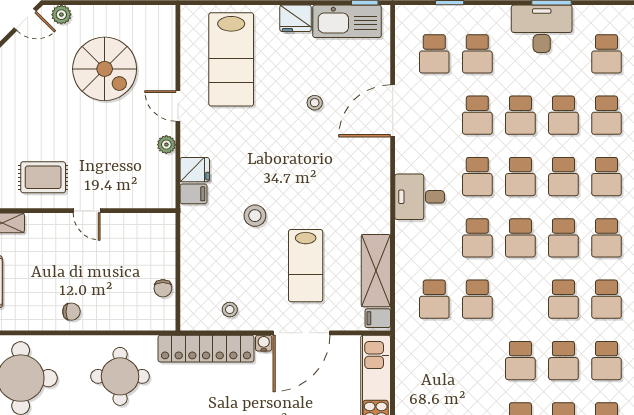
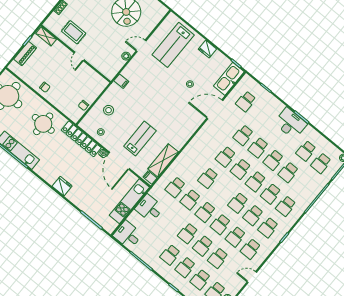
kitchen sink: (347, 21) -> (229, 79), moved, turned 90
school desk: (477, 54) -> (261, 114), removed
door: (178, 106) -> (141, 46), hinge flipped
fridge: (195, 170) -> (129, 73), removed
desk: (420, 197) -> (149, 208), moved
stool: (255, 216) -> (109, 110), moved
school desk: (520, 238) -> (205, 212), moved
lab bench: (306, 266) -> (140, 138), turned 180
door: (301, 333) -> (119, 161), hinge flipped

